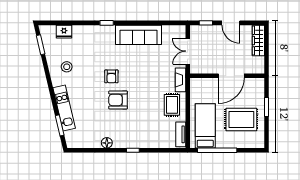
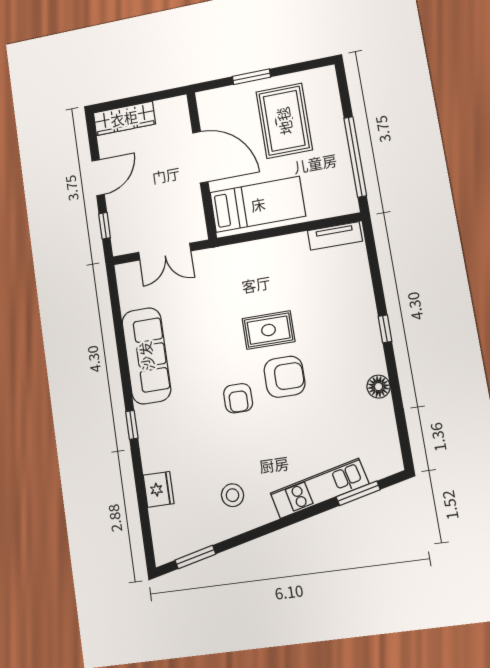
fridge: (64, 32) -> (159, 489), moved
armchair: (111, 76) -> (238, 398), turned 90
fireplace: (180, 80) -> (224, 256), removed
armchair: (118, 100) -> (284, 377), turned -90
rug: (172, 105) -> (269, 330), moved
bed: (205, 126) -> (258, 204), moved, turned 180

